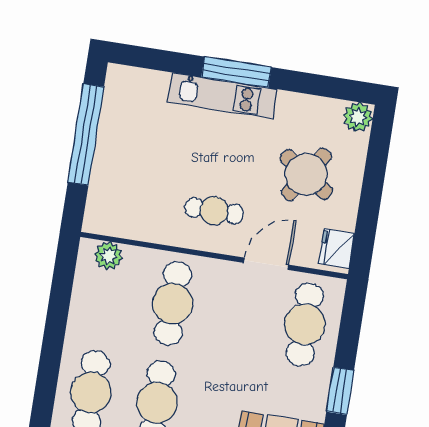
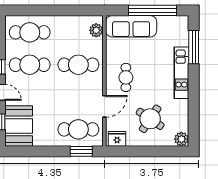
window: (236, 72) -> (194, 47), moved
sofa: (111, 183) -> (131, 26), added
door: (266, 264) -> (104, 106), hinge flipped
window: (340, 391) -> (81, 151), moved

